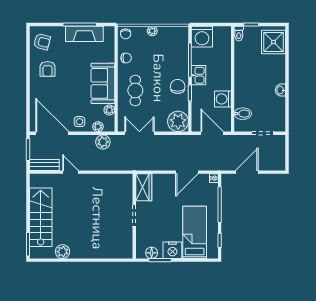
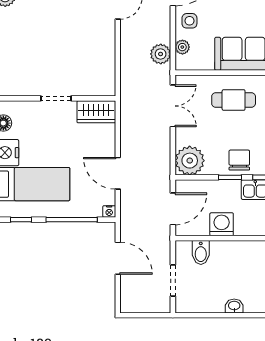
chair: (178, 86) -> (239, 160), turned -90
plant: (109, 110) -> (206, 63), removed

